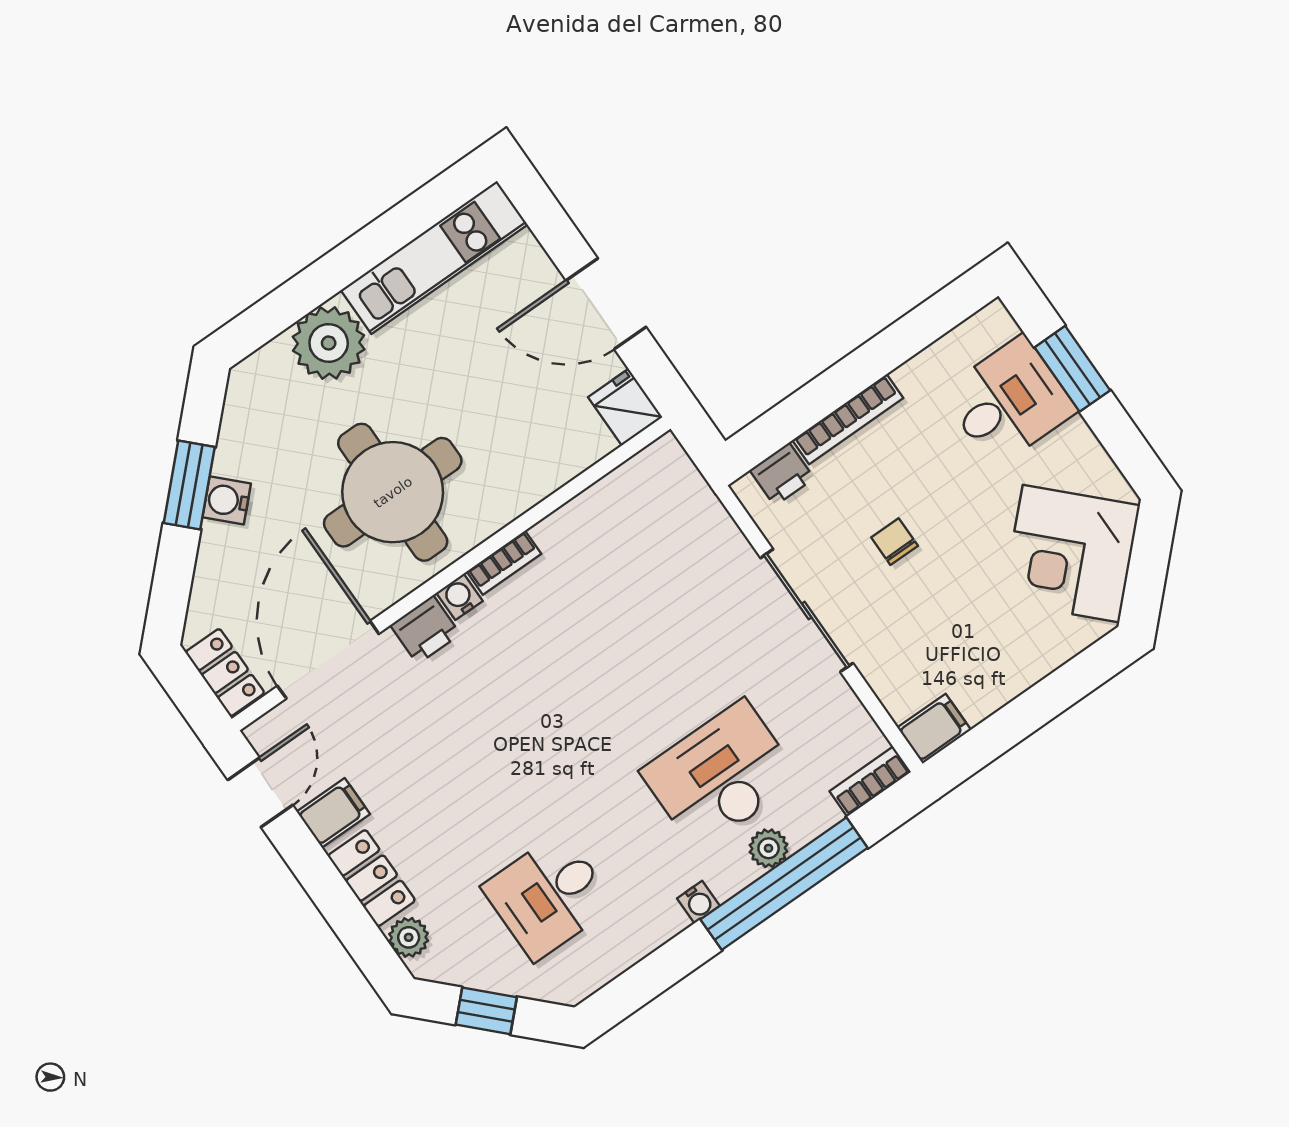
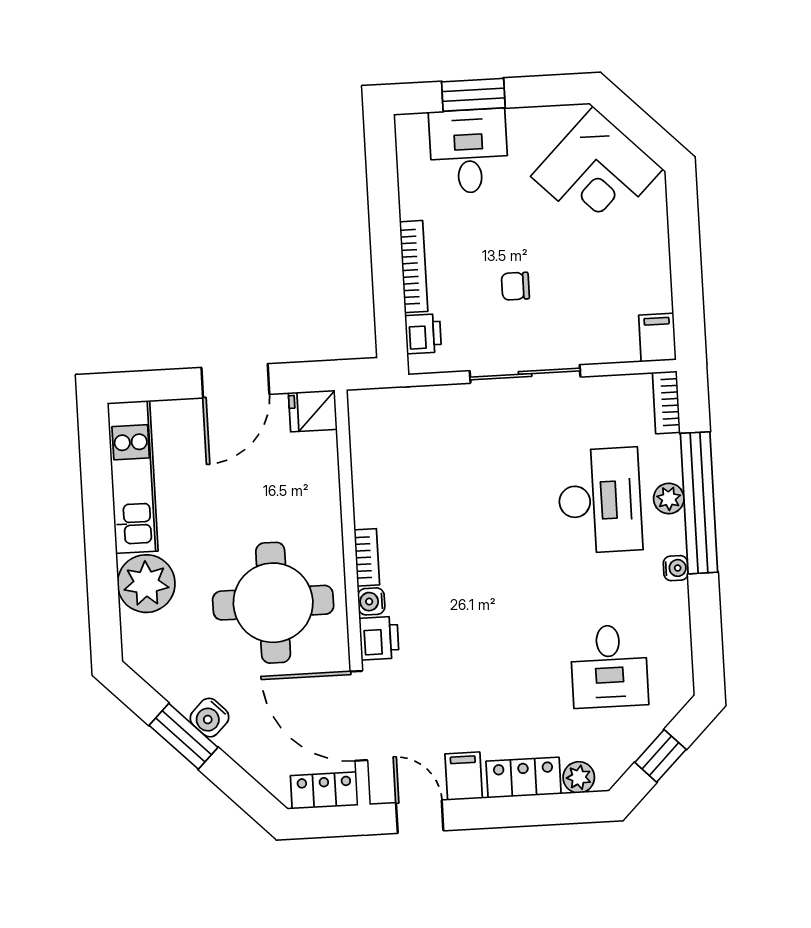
desk: (720, 775) -> (600, 500), turned 180

